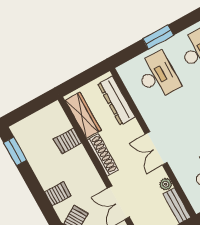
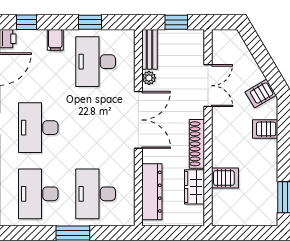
wardrobe: (83, 115) -> (194, 187), width x0.67
double door: (156, 148) -> (138, 120), width x1.37

